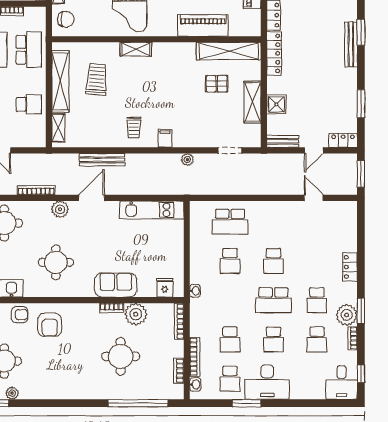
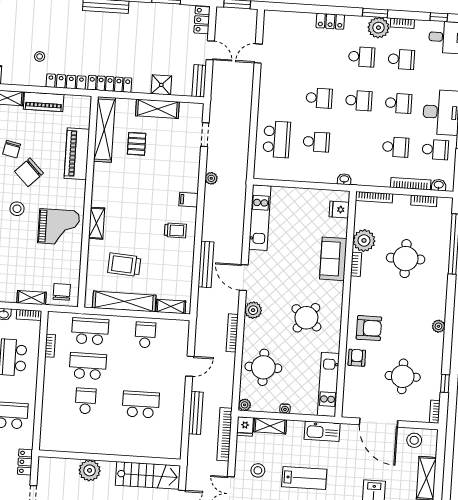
round table: (56, 262) -> (306, 318), turned 38
school desk: (273, 300) -> (359, 101), width x0.54
plant: (12, 393) -> (439, 326), moved

